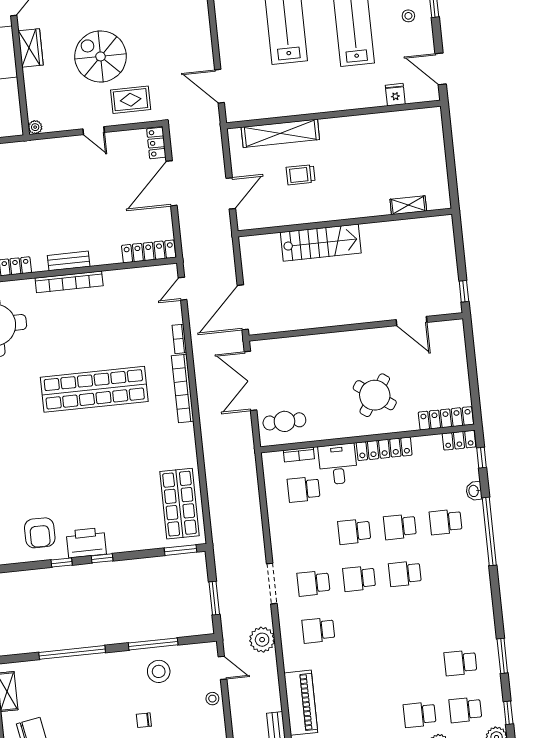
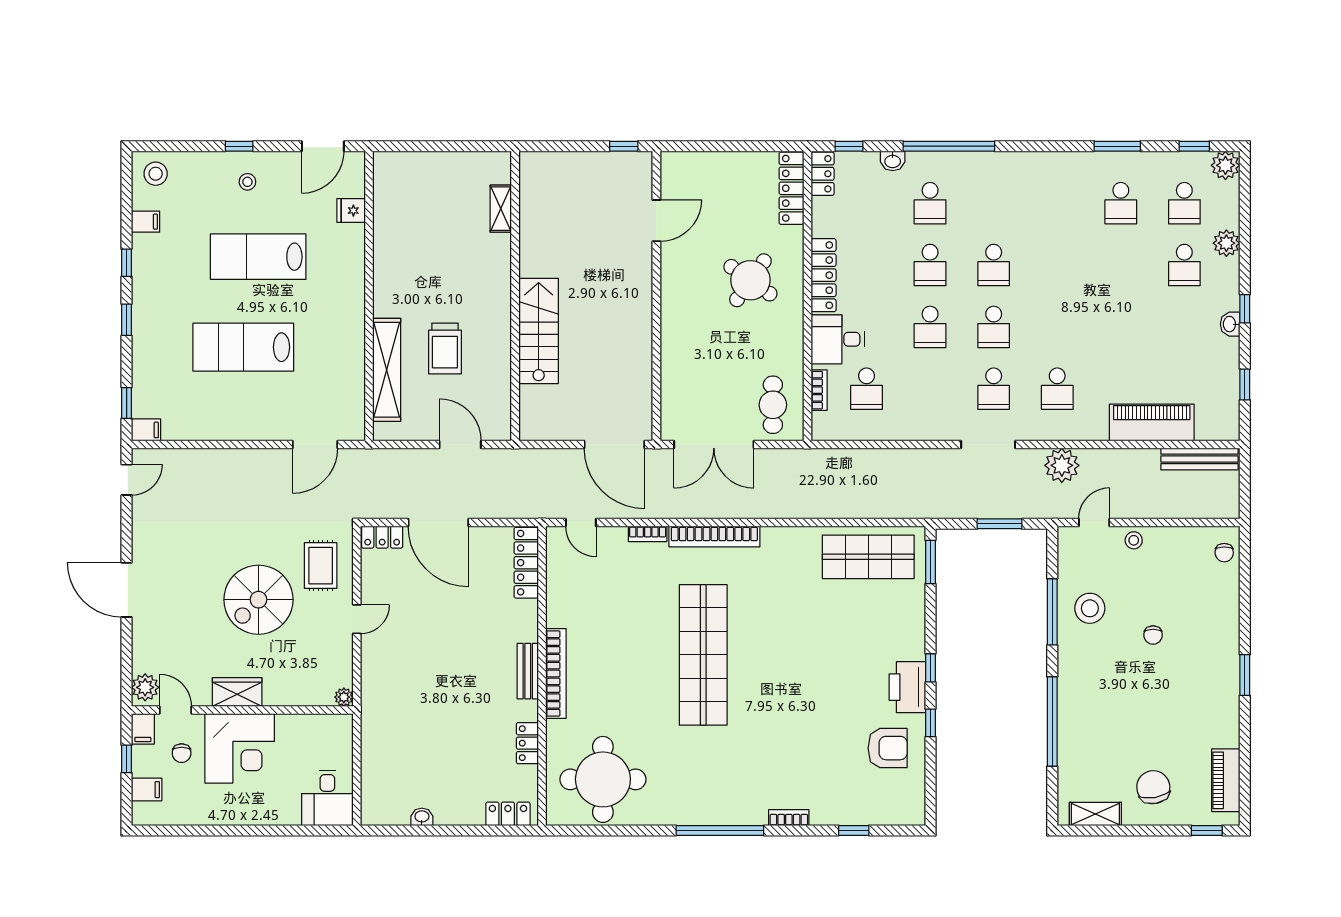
trolley: (301, 175) -> (445, 348), width x1.36, depth x1.39

